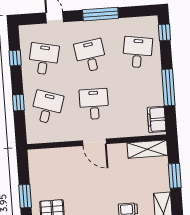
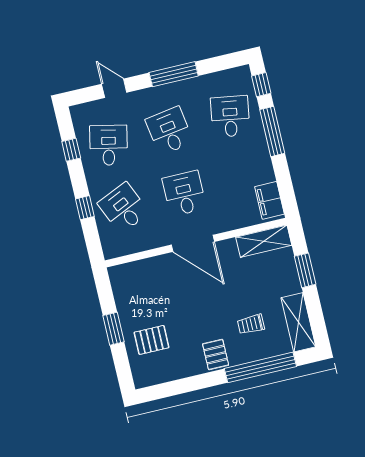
window: (168, 87) -> (272, 131), moved
desk: (47, 107) -> (123, 208), turned -42
door: (94, 142) -> (193, 243), width x1.36

